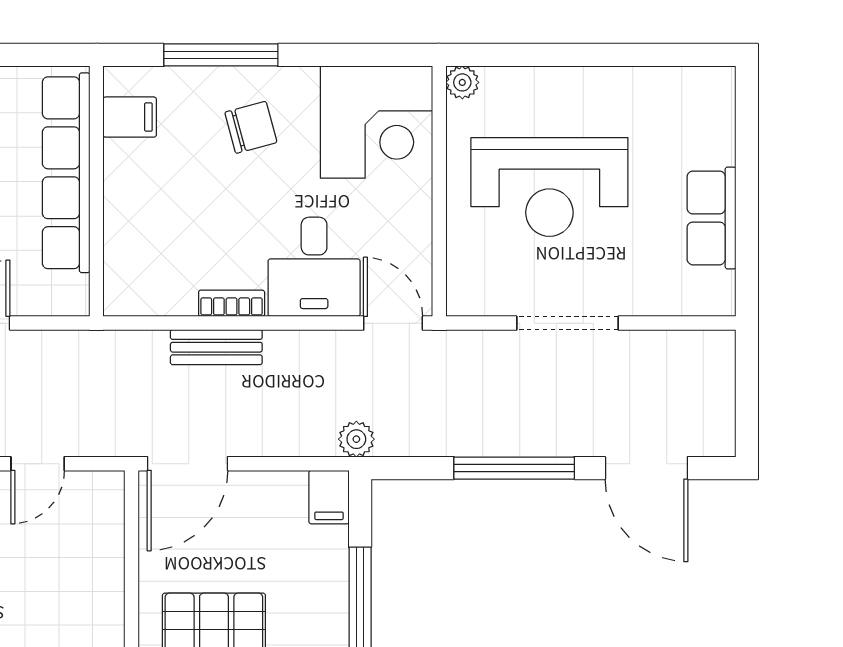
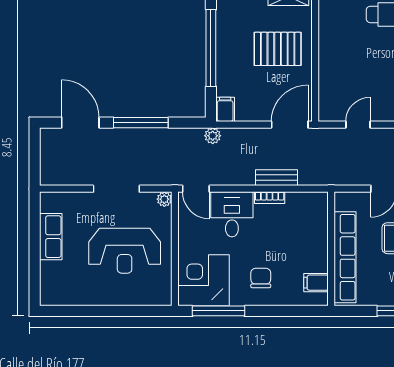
window: (221, 55) -> (218, 311), moved
plant: (462, 82) -> (164, 199), moved
chair: (251, 127) -> (261, 278), turned 105
reception desk: (549, 187) -> (125, 251), turned 180

